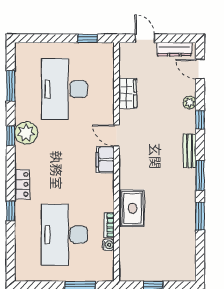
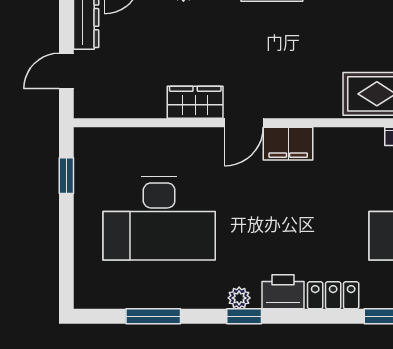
wardrobe: (128, 93) -> (195, 102), moved
plant: (26, 133) -> (239, 298), width x0.53, depth x0.53
printer: (24, 157) -> (283, 292), added

